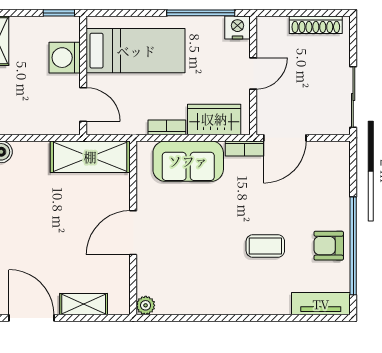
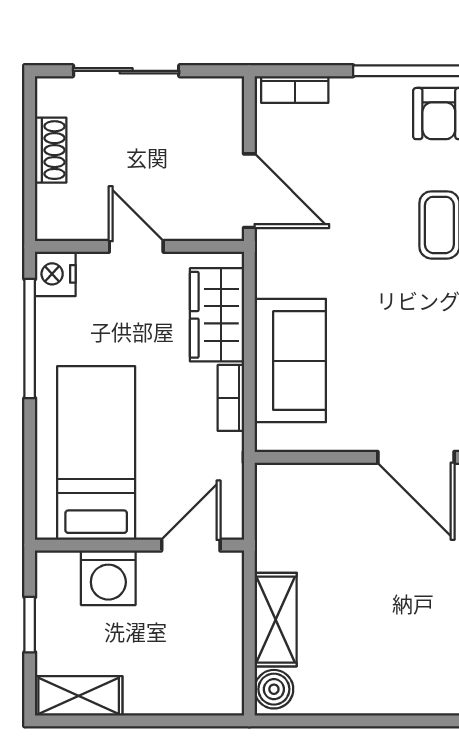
window: (59, 13) -> (30, 625), moved
shoe rack: (316, 25) -> (51, 150), width x0.70
sliding door: (353, 97) -> (126, 71), moved
bookcase: (244, 148) -> (295, 89), moved, turned 90
shelving: (90, 157) -> (276, 620), moved, width x0.67, depth x0.75

